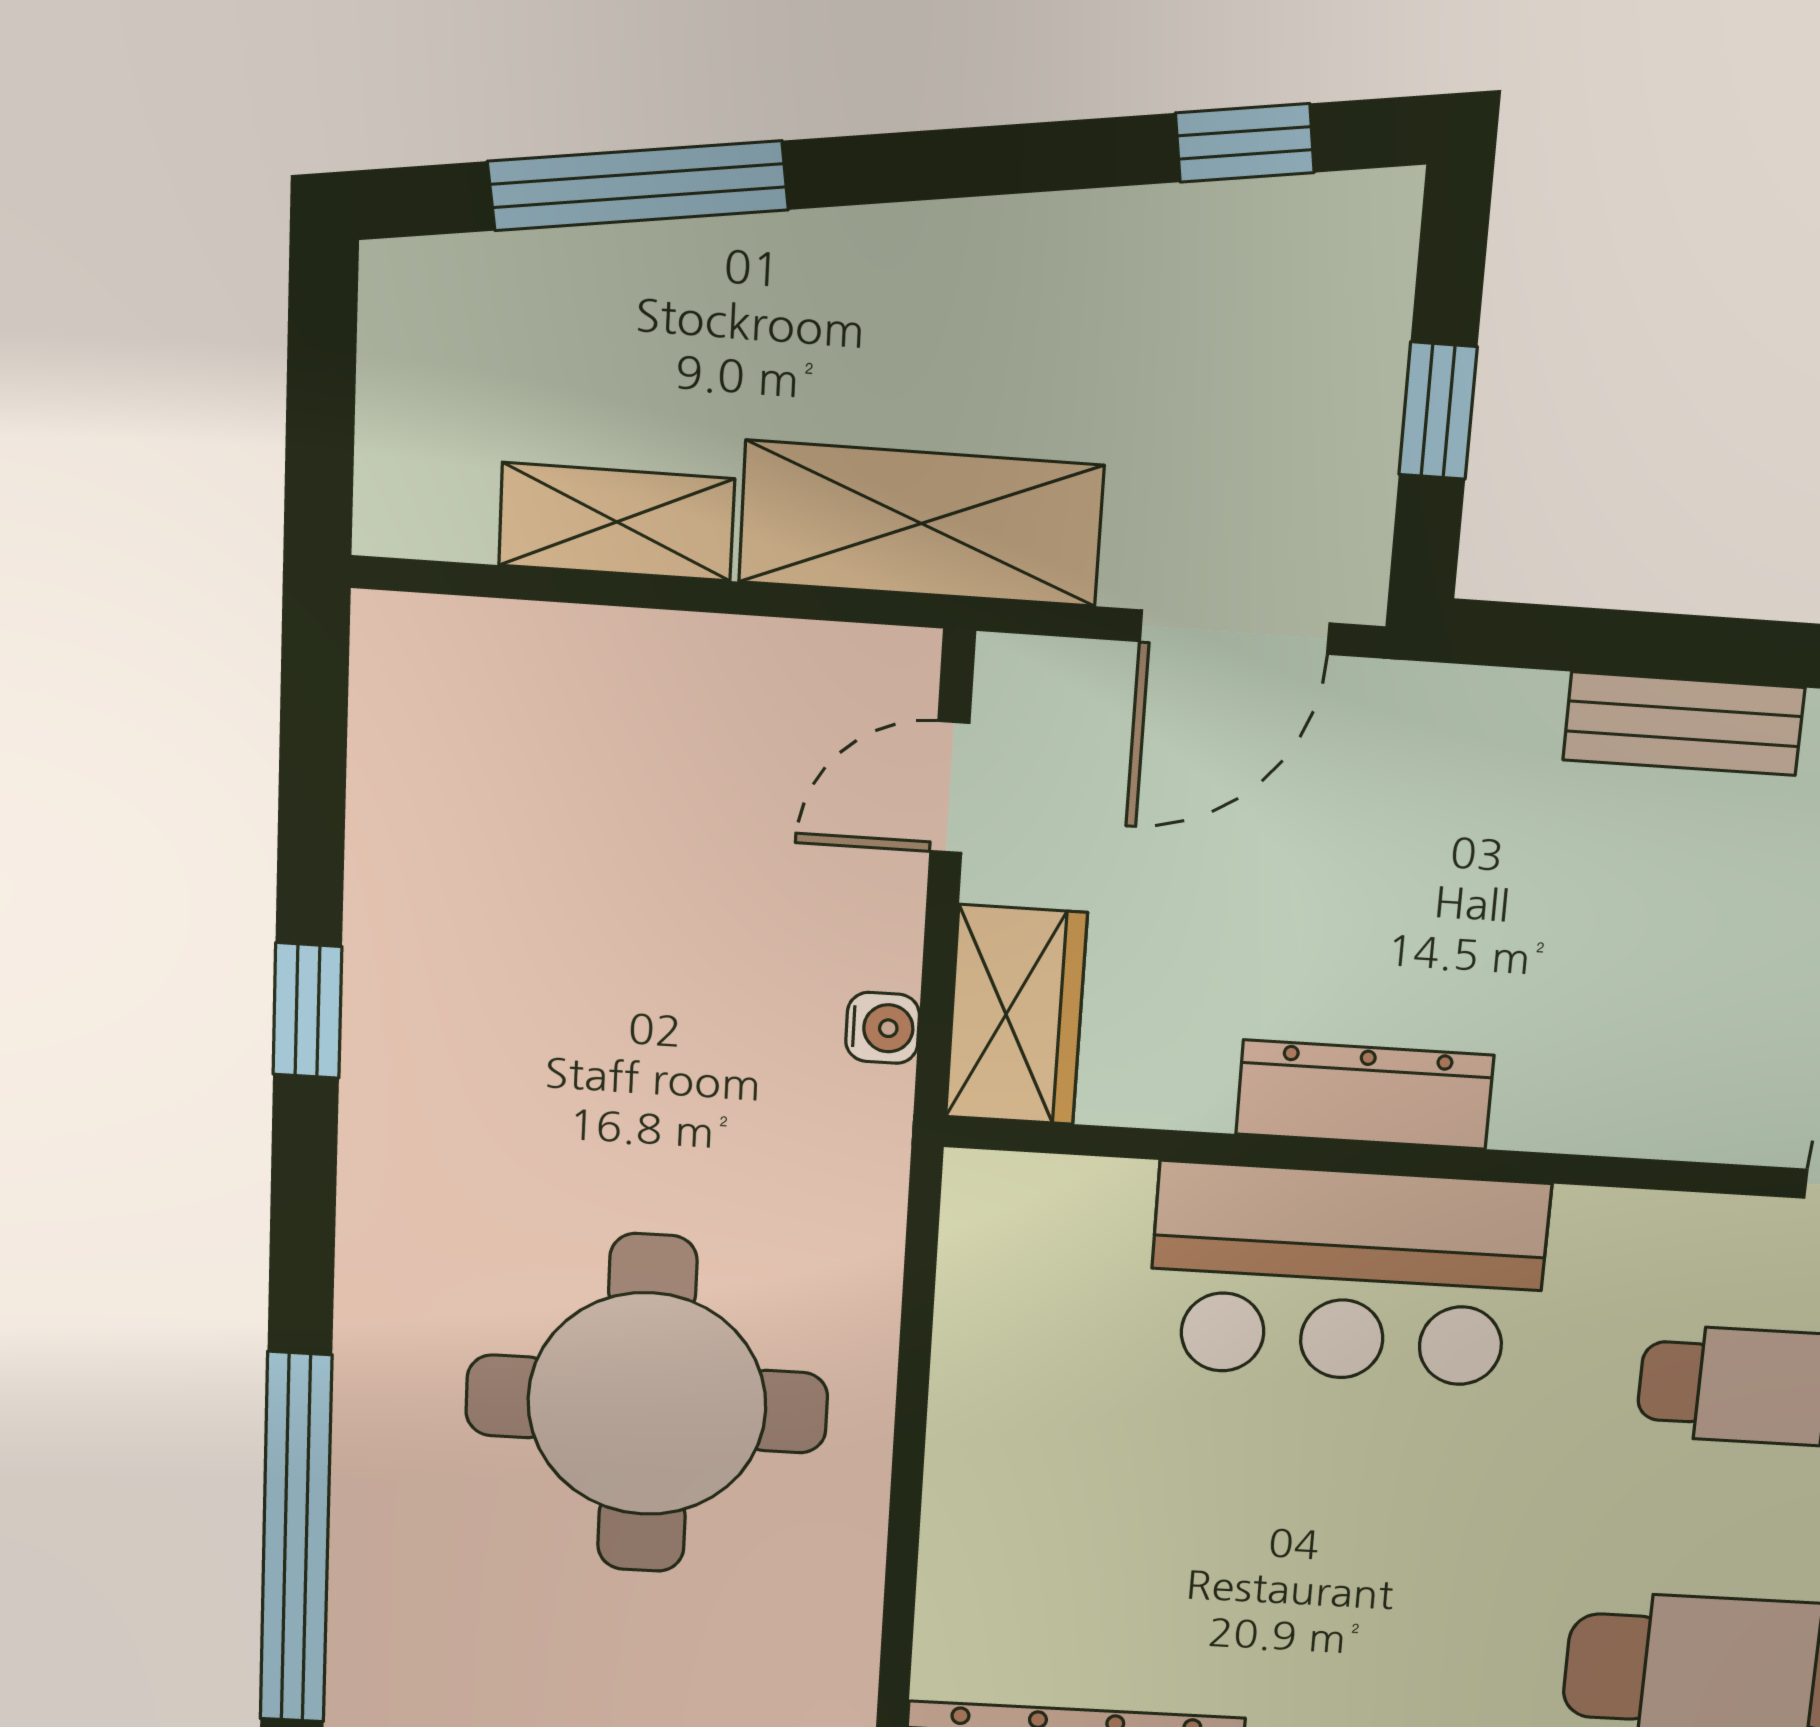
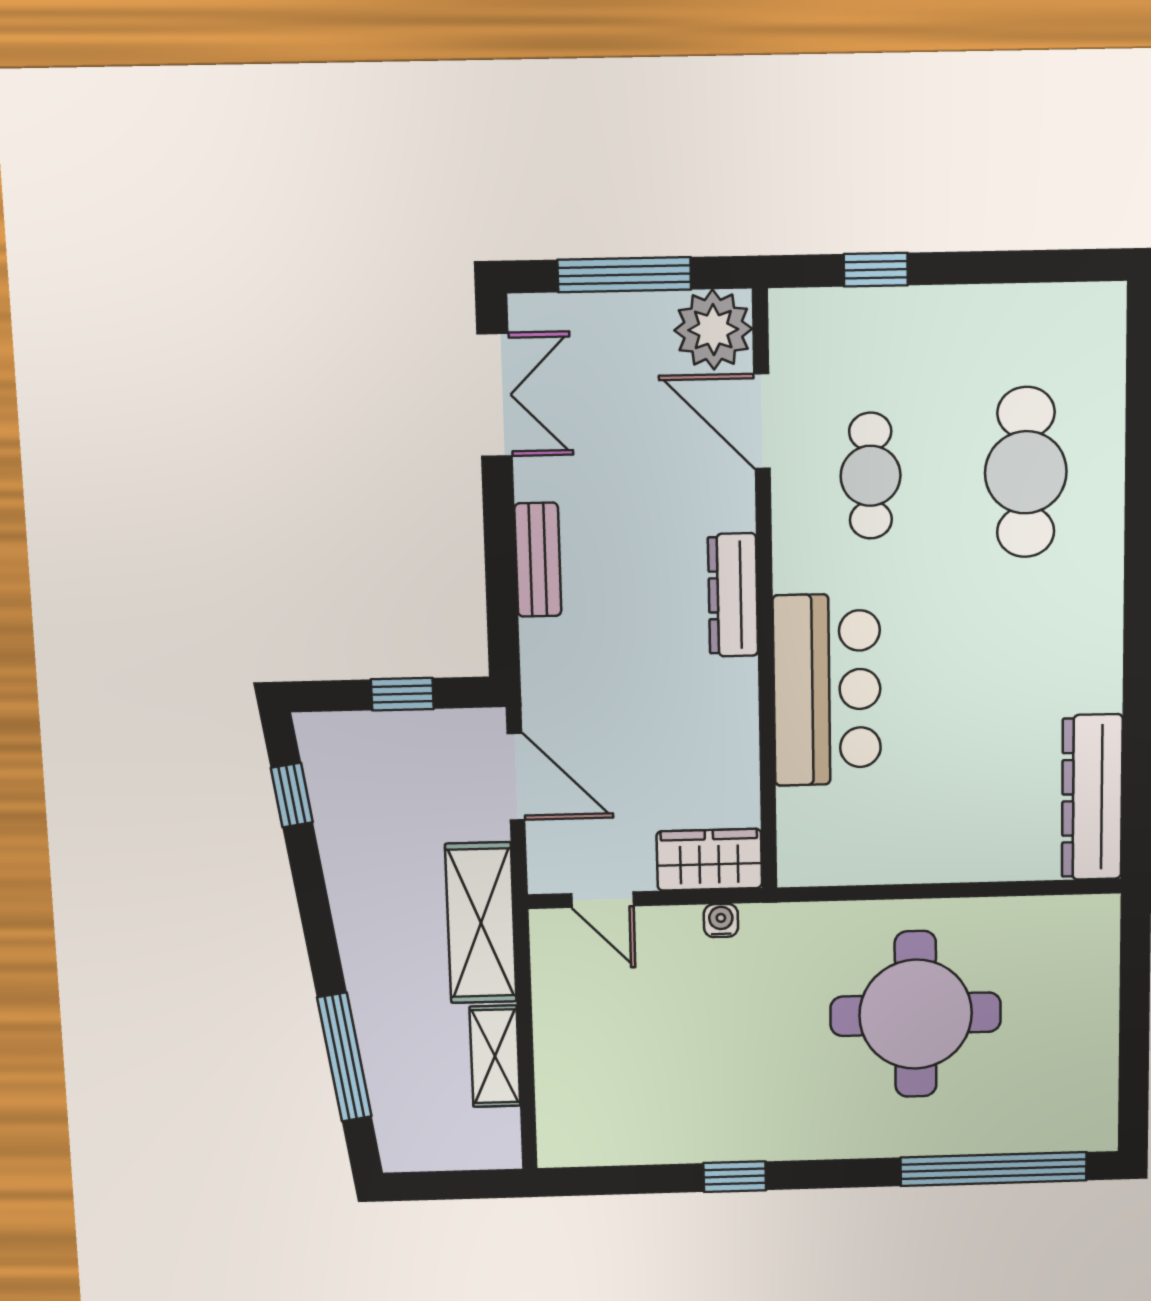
dresser: (1365, 1095) -> (733, 595), moved

